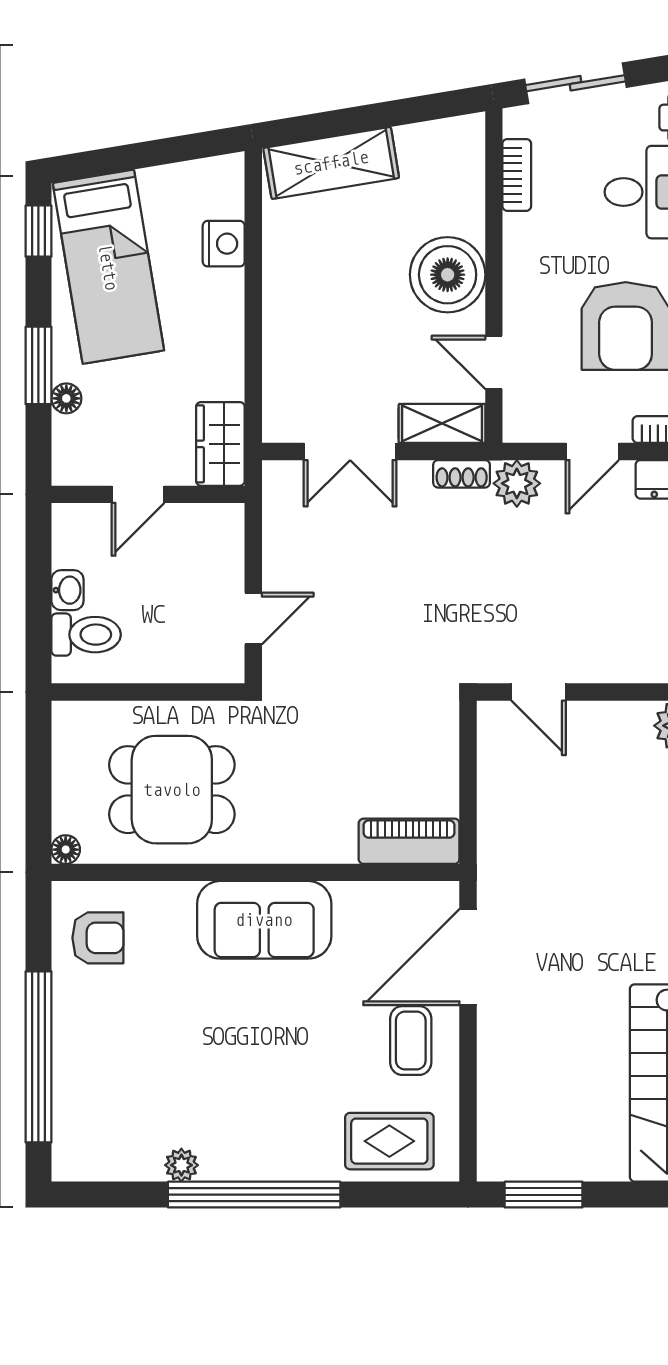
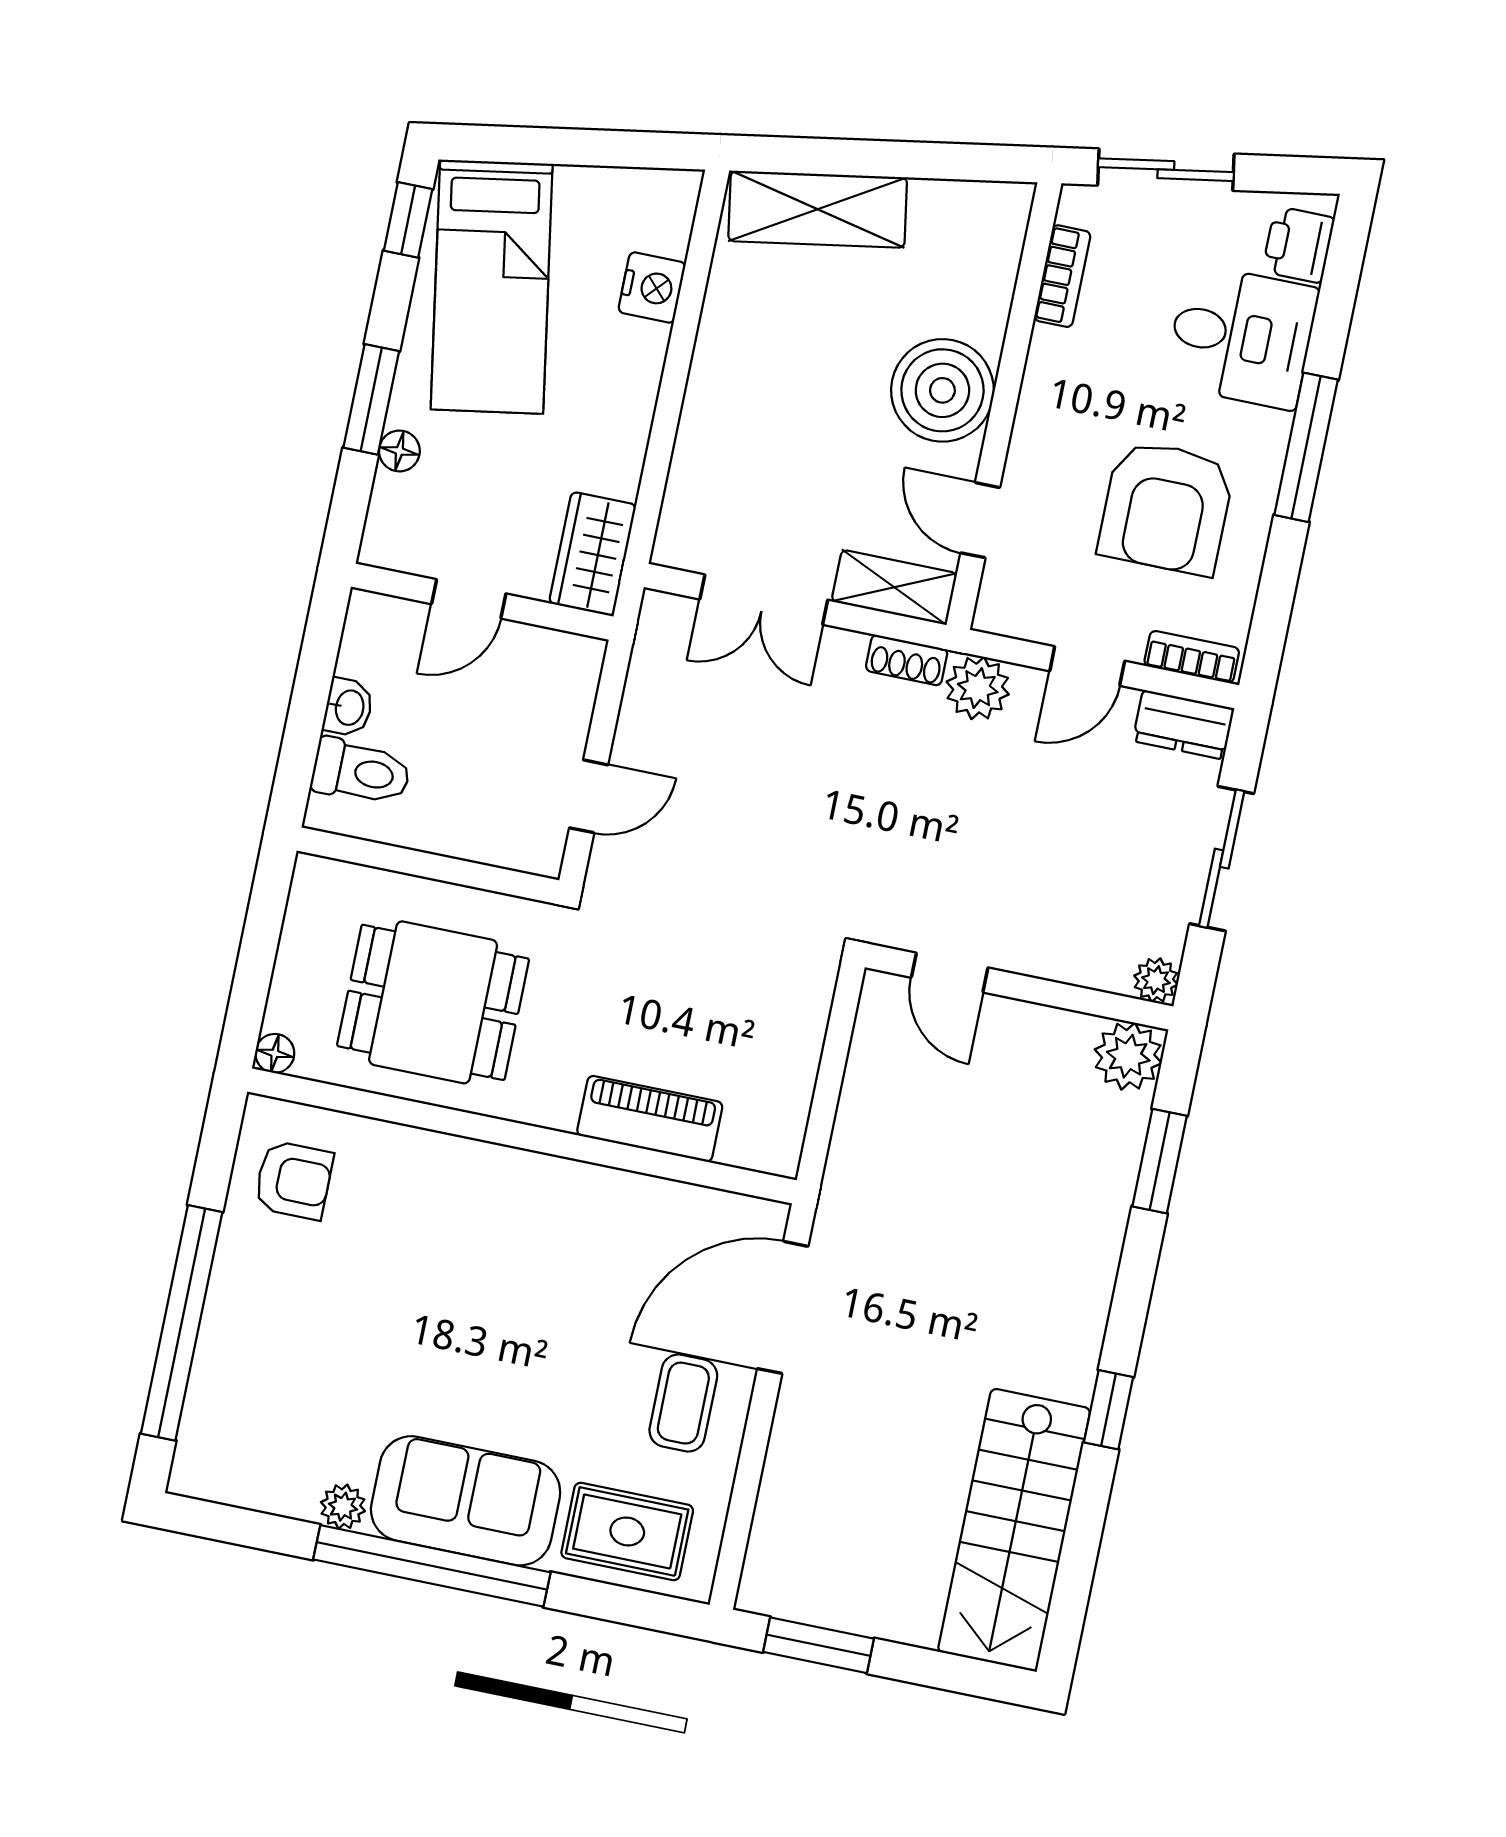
piano: (409, 841) -> (650, 1119), moved
sofa: (264, 920) -> (466, 1501), moved, turned 180

